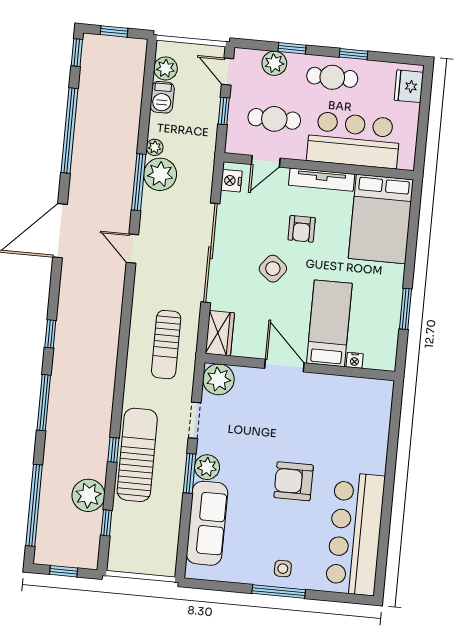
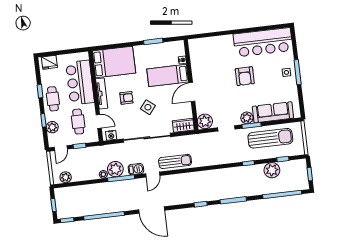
barbecue: (162, 97) -> (136, 169), moved
sun lounger: (166, 345) -> (175, 161), moved
sun lounger: (137, 455) -> (270, 138), moved, turned 180

